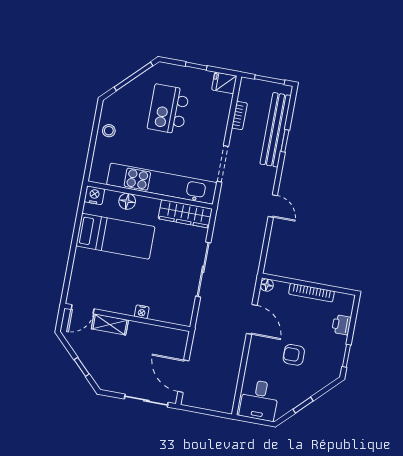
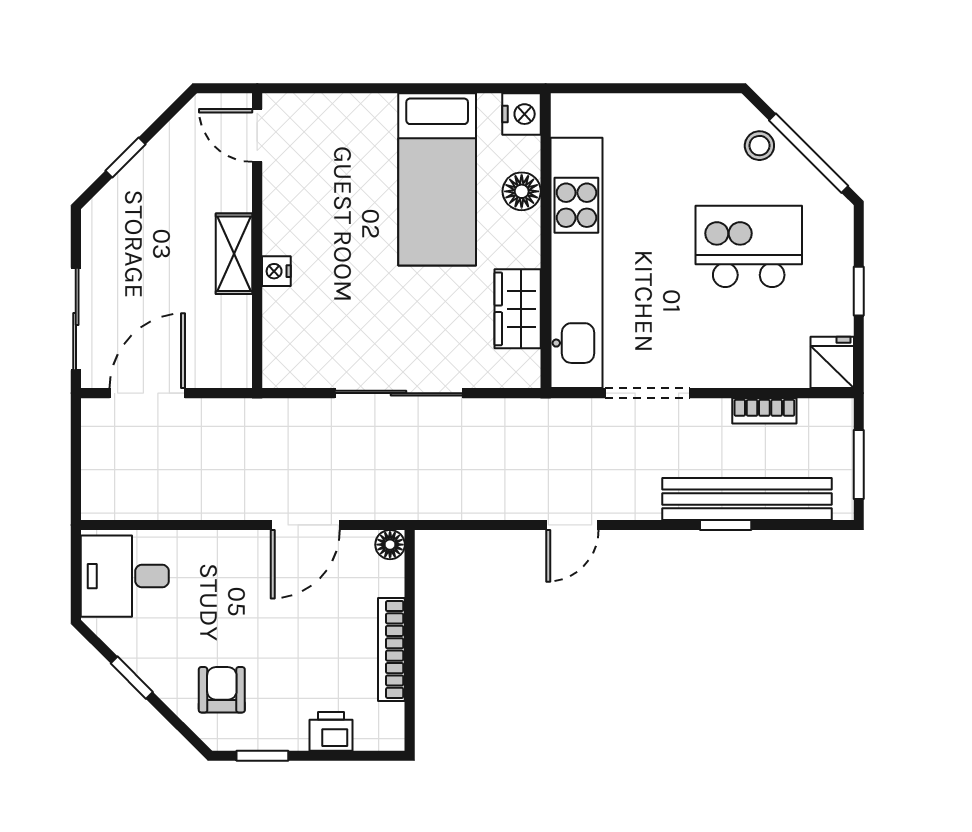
stool: (109, 131) -> (759, 146), moved
wardrobe: (185, 214) -> (518, 309), width x0.67
shelving: (110, 324) -> (234, 254), moved
armchair: (294, 355) -> (222, 690), moved

